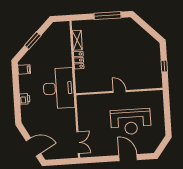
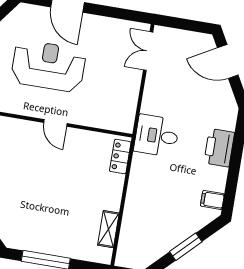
locker: (79, 60) -> (120, 157), moved
desk: (59, 88) -> (157, 136), width x0.53, depth x0.77
printer: (25, 99) -> (219, 148), width x1.87, depth x1.48

